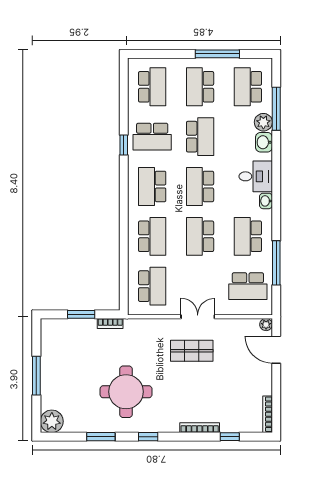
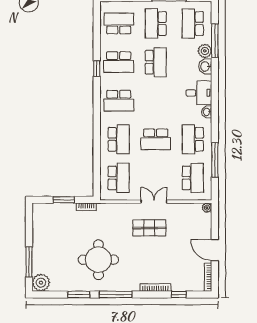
school desk: (152, 87) -> (119, 24), turned -90
school desk: (152, 186) -> (119, 101), turned -90
school desk: (200, 186) -> (156, 101), removed
school desk: (200, 236) -> (156, 139), turned -90
school desk: (248, 286) -> (193, 178), turned -90
door: (276, 350) -> (215, 250), moved
window: (36, 376) -> (29, 262), moved
window: (148, 437) -> (116, 294), width x2.17

